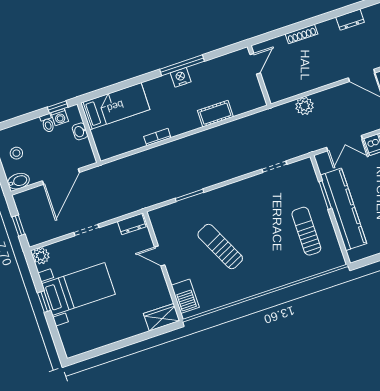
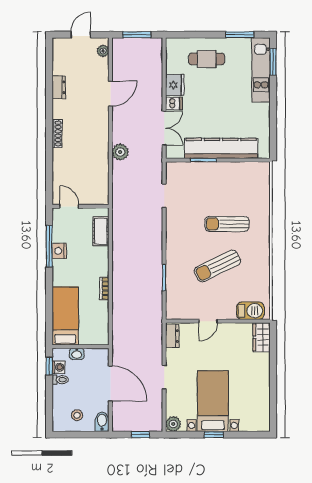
door: (255, 64) -> (69, 206), moved
wall: (259, 75) -> (81, 206), moved
sun lounger: (306, 231) -> (227, 224), moved

